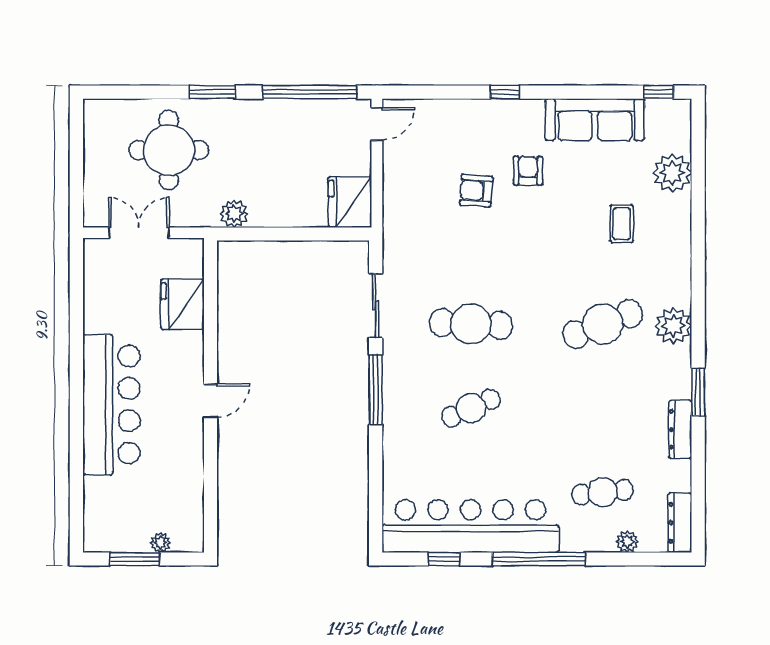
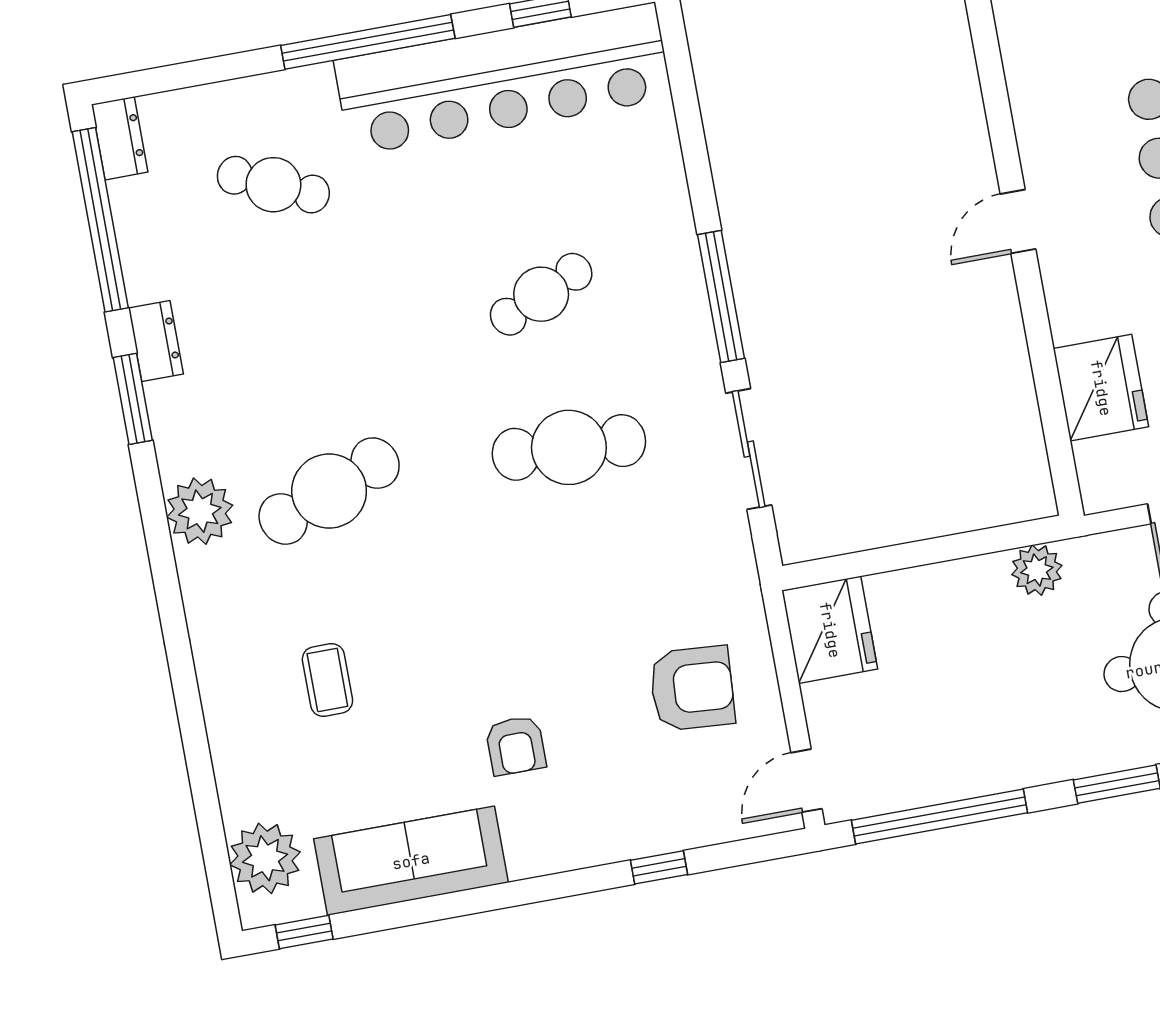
window: (505, 92) -> (659, 867), moved
plant: (672, 173) -> (265, 858), moved
armchair: (476, 191) -> (692, 688), moved, width x1.38, depth x1.38
dresser: (680, 429) -> (156, 341), width x0.70
window: (698, 490) -> (100, 220), added
cafe table: (603, 492) -> (273, 185), turned 30
dresser: (680, 523) -> (120, 138), width x0.70
plant: (627, 542) -> (212, 103), removed

